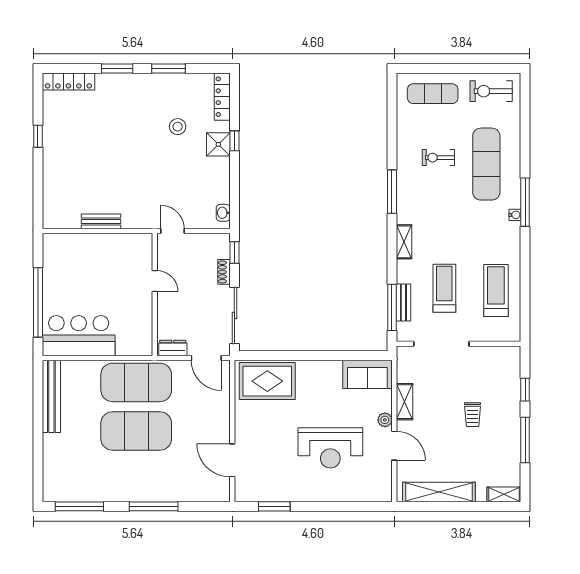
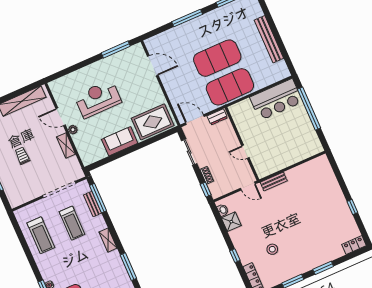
locker: (68, 82) -> (354, 245), width x0.66
shower: (218, 144) -> (231, 222), moved
bench: (101, 221) -> (274, 181), moved
sliding door: (234, 316) -> (189, 152), width x0.73
sofa: (367, 374) -> (120, 141), moved
bench: (51, 396) -> (269, 39), moved
window: (274, 506) -> (116, 50), width x1.44

